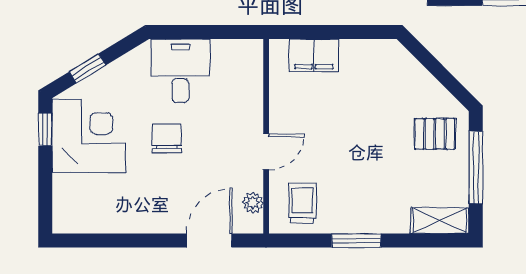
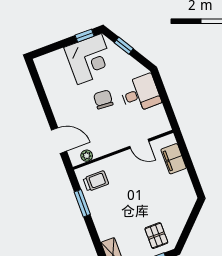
chair: (167, 138) -> (103, 99), turned -86
door: (266, 152) -> (139, 144), moved
window: (356, 241) -> (82, 203), moved

